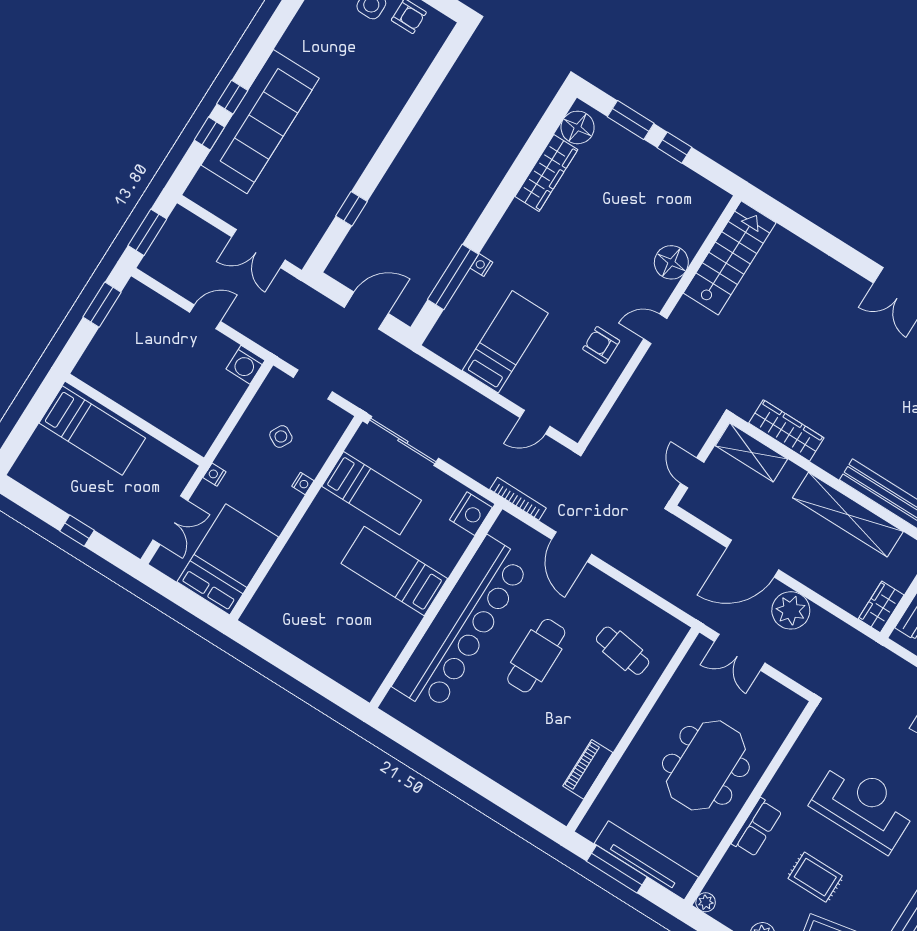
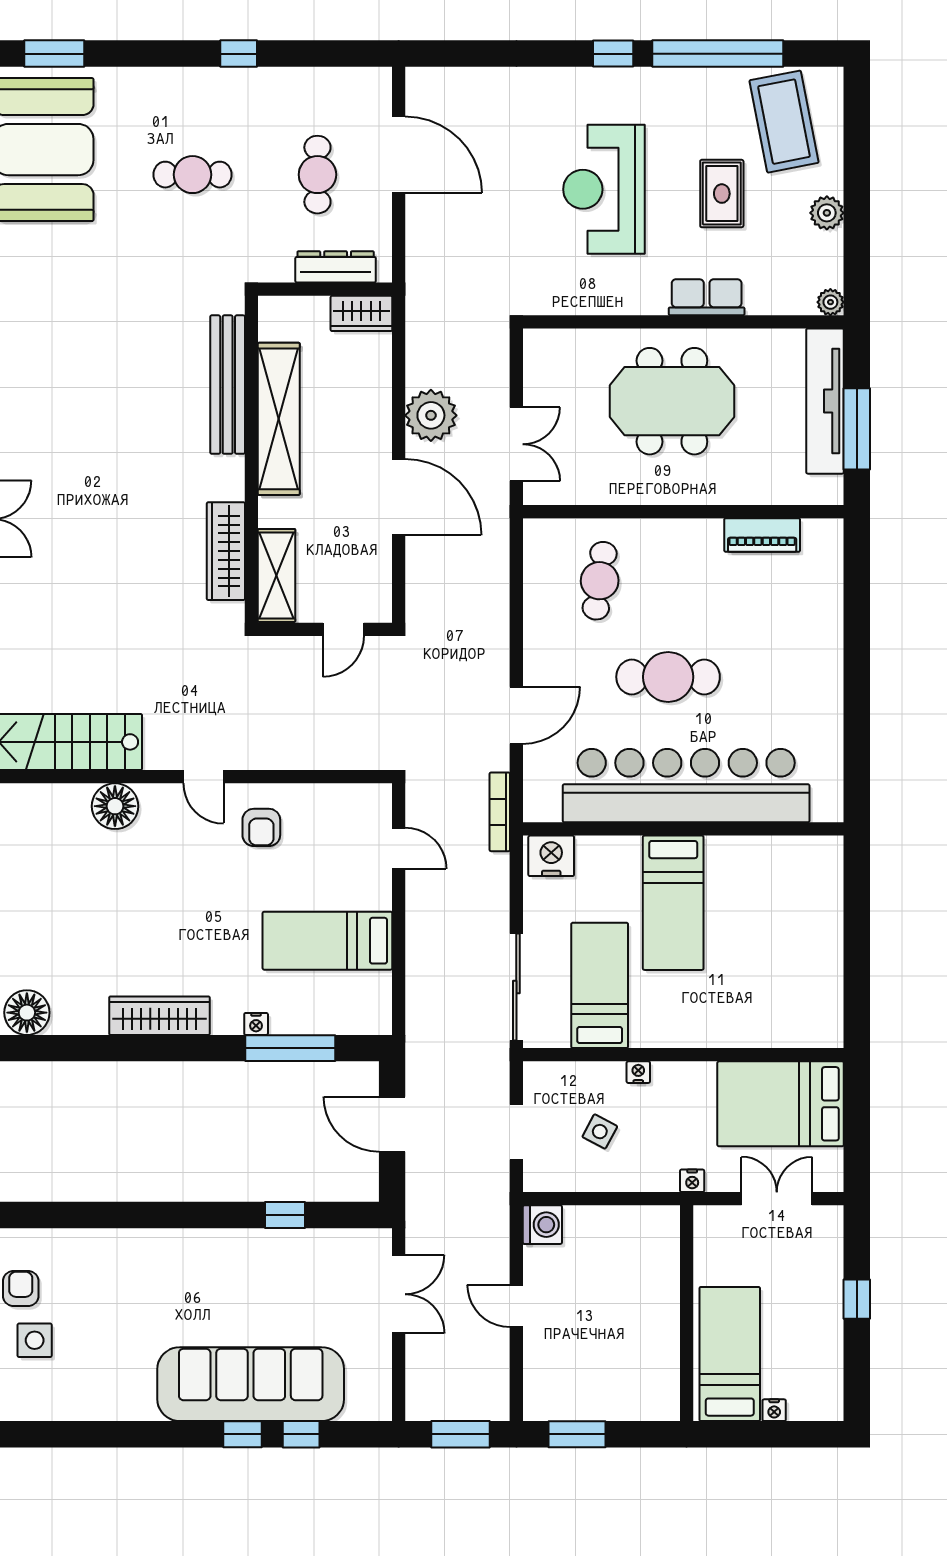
wardrobe: (546, 173) -> (159, 1016), moved
nightstand: (40, 436) -> (774, 1410), added

